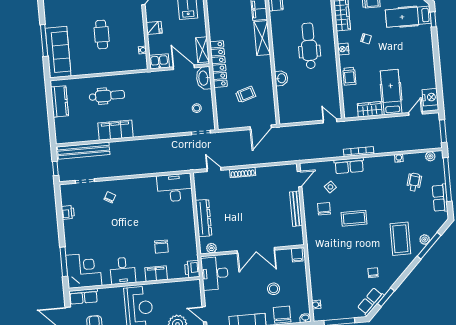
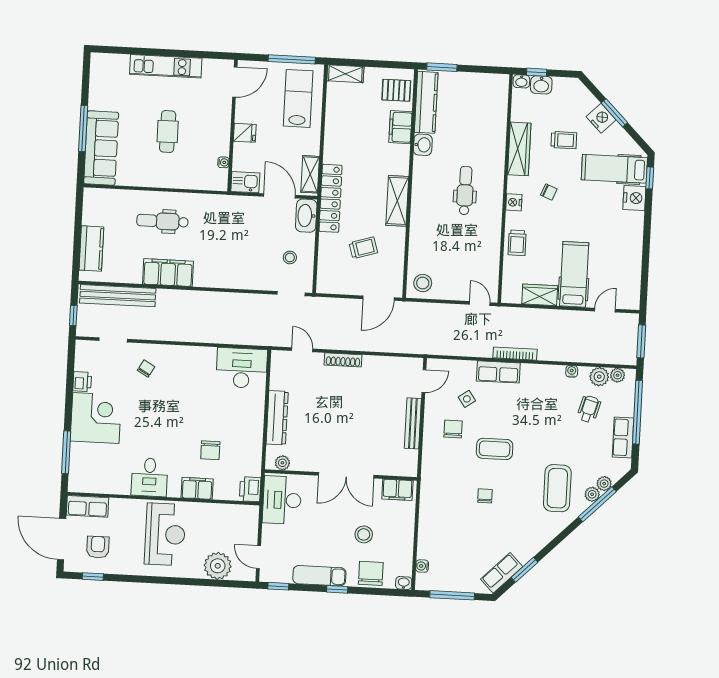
shelving: (262, 38) -> (397, 201), moved
dental chair: (309, 46) -> (465, 191), width x0.73, depth x0.72
washbasin: (281, 78) -> (423, 145), moved
dental chair: (107, 96) -> (163, 221), turned 180
nightstand: (430, 97) -> (634, 198), moved
kitchen counter: (59, 101) -> (91, 248), moved
stool: (289, 113) -> (423, 283), added
plant: (418, 159) -> (599, 377), added
plant: (432, 231) -> (604, 484), added
filing cabinet: (297, 255) -> (397, 490), width x2.00
corner desk: (84, 270) -> (96, 418), moved
chair: (373, 273) -> (485, 496), moved

